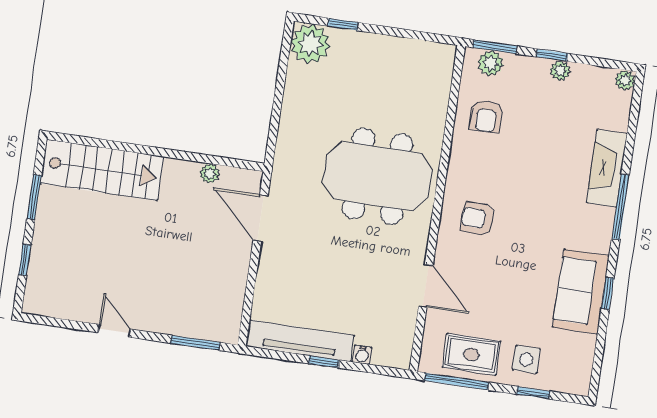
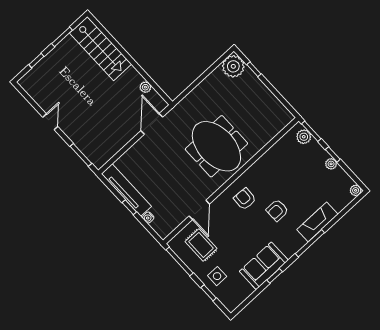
armchair: (486, 116) -> (277, 210), moved
rug: (471, 354) -> (201, 245), moved

